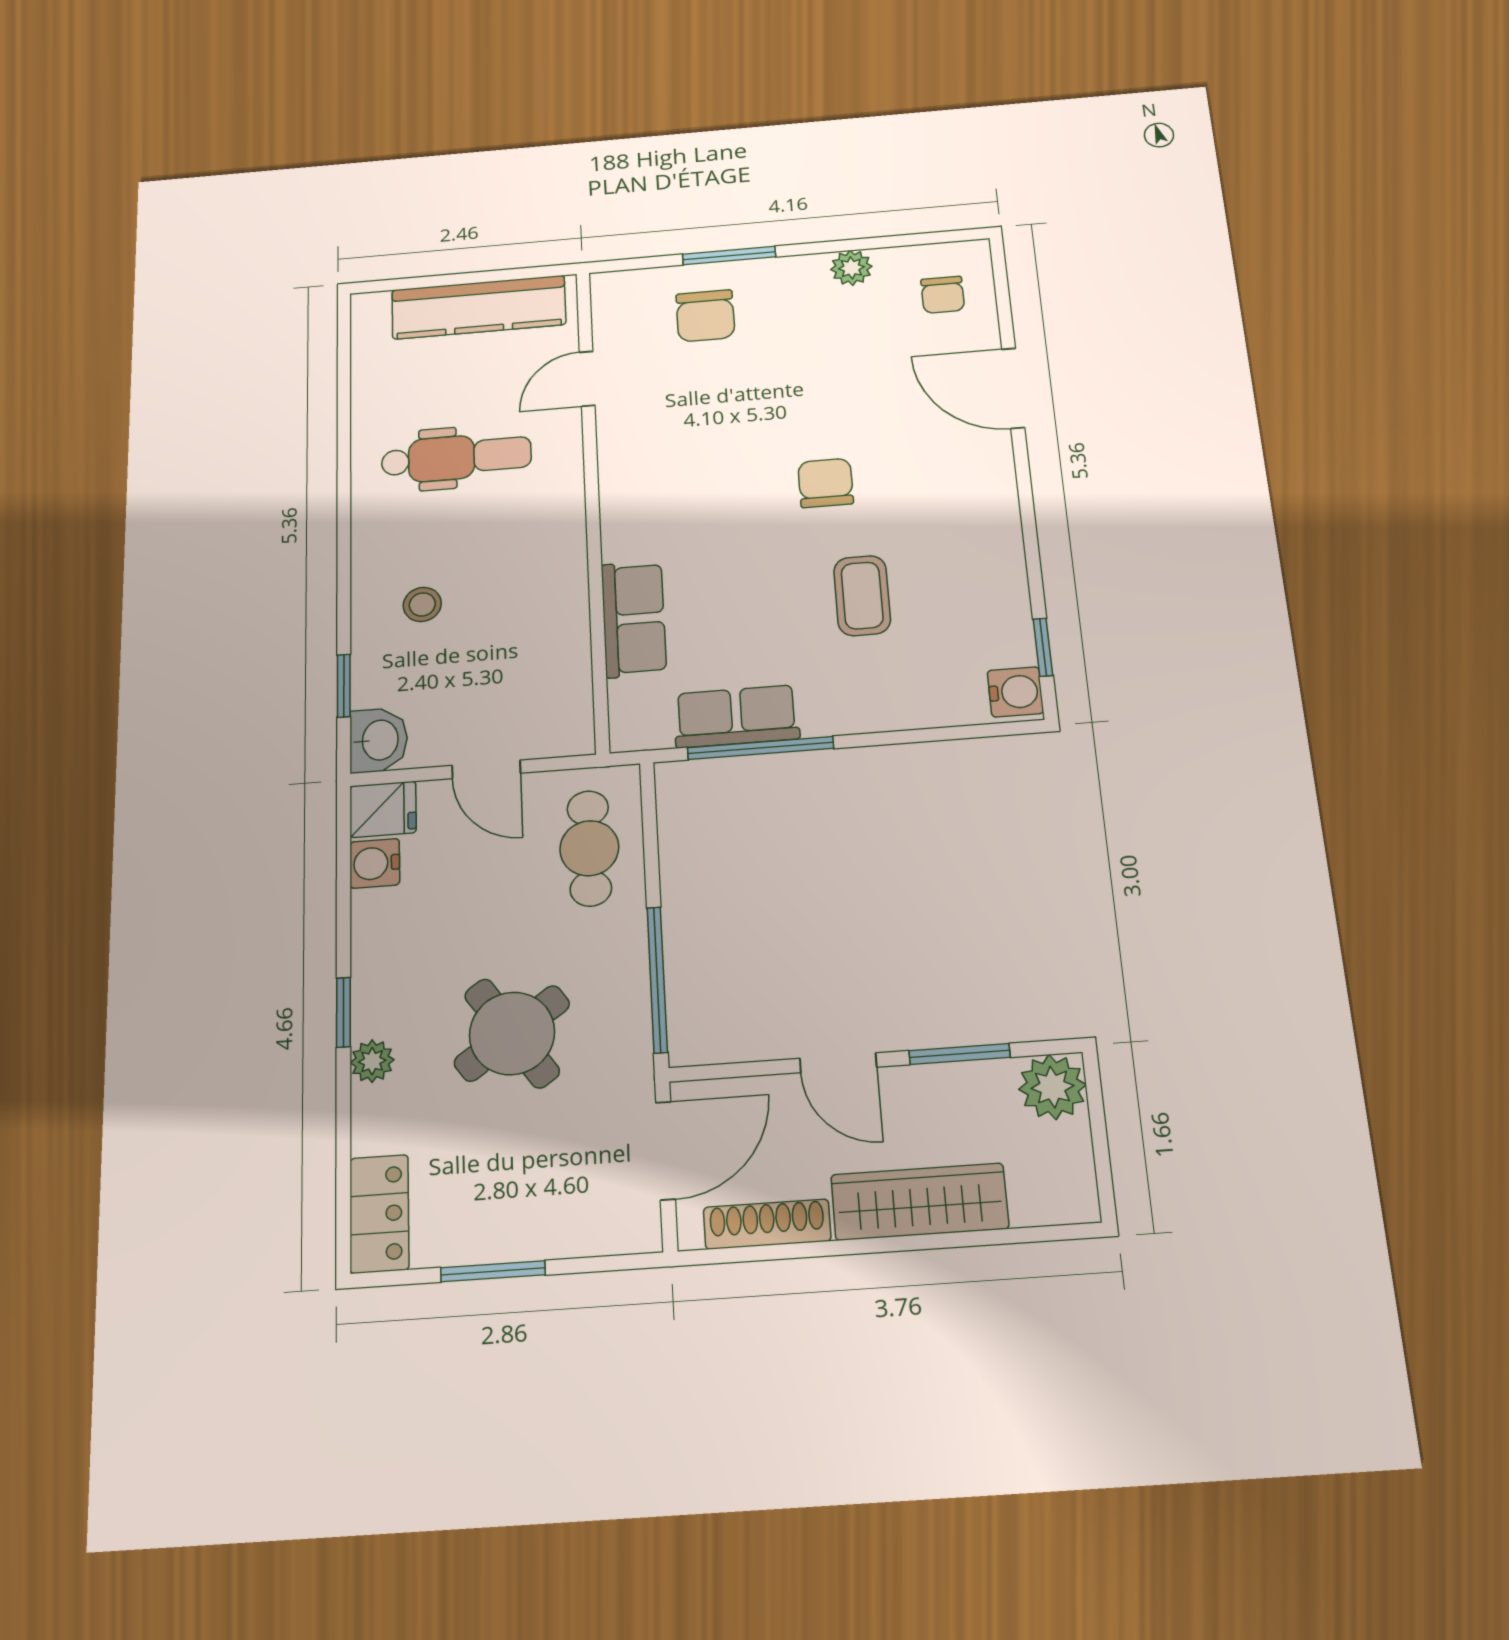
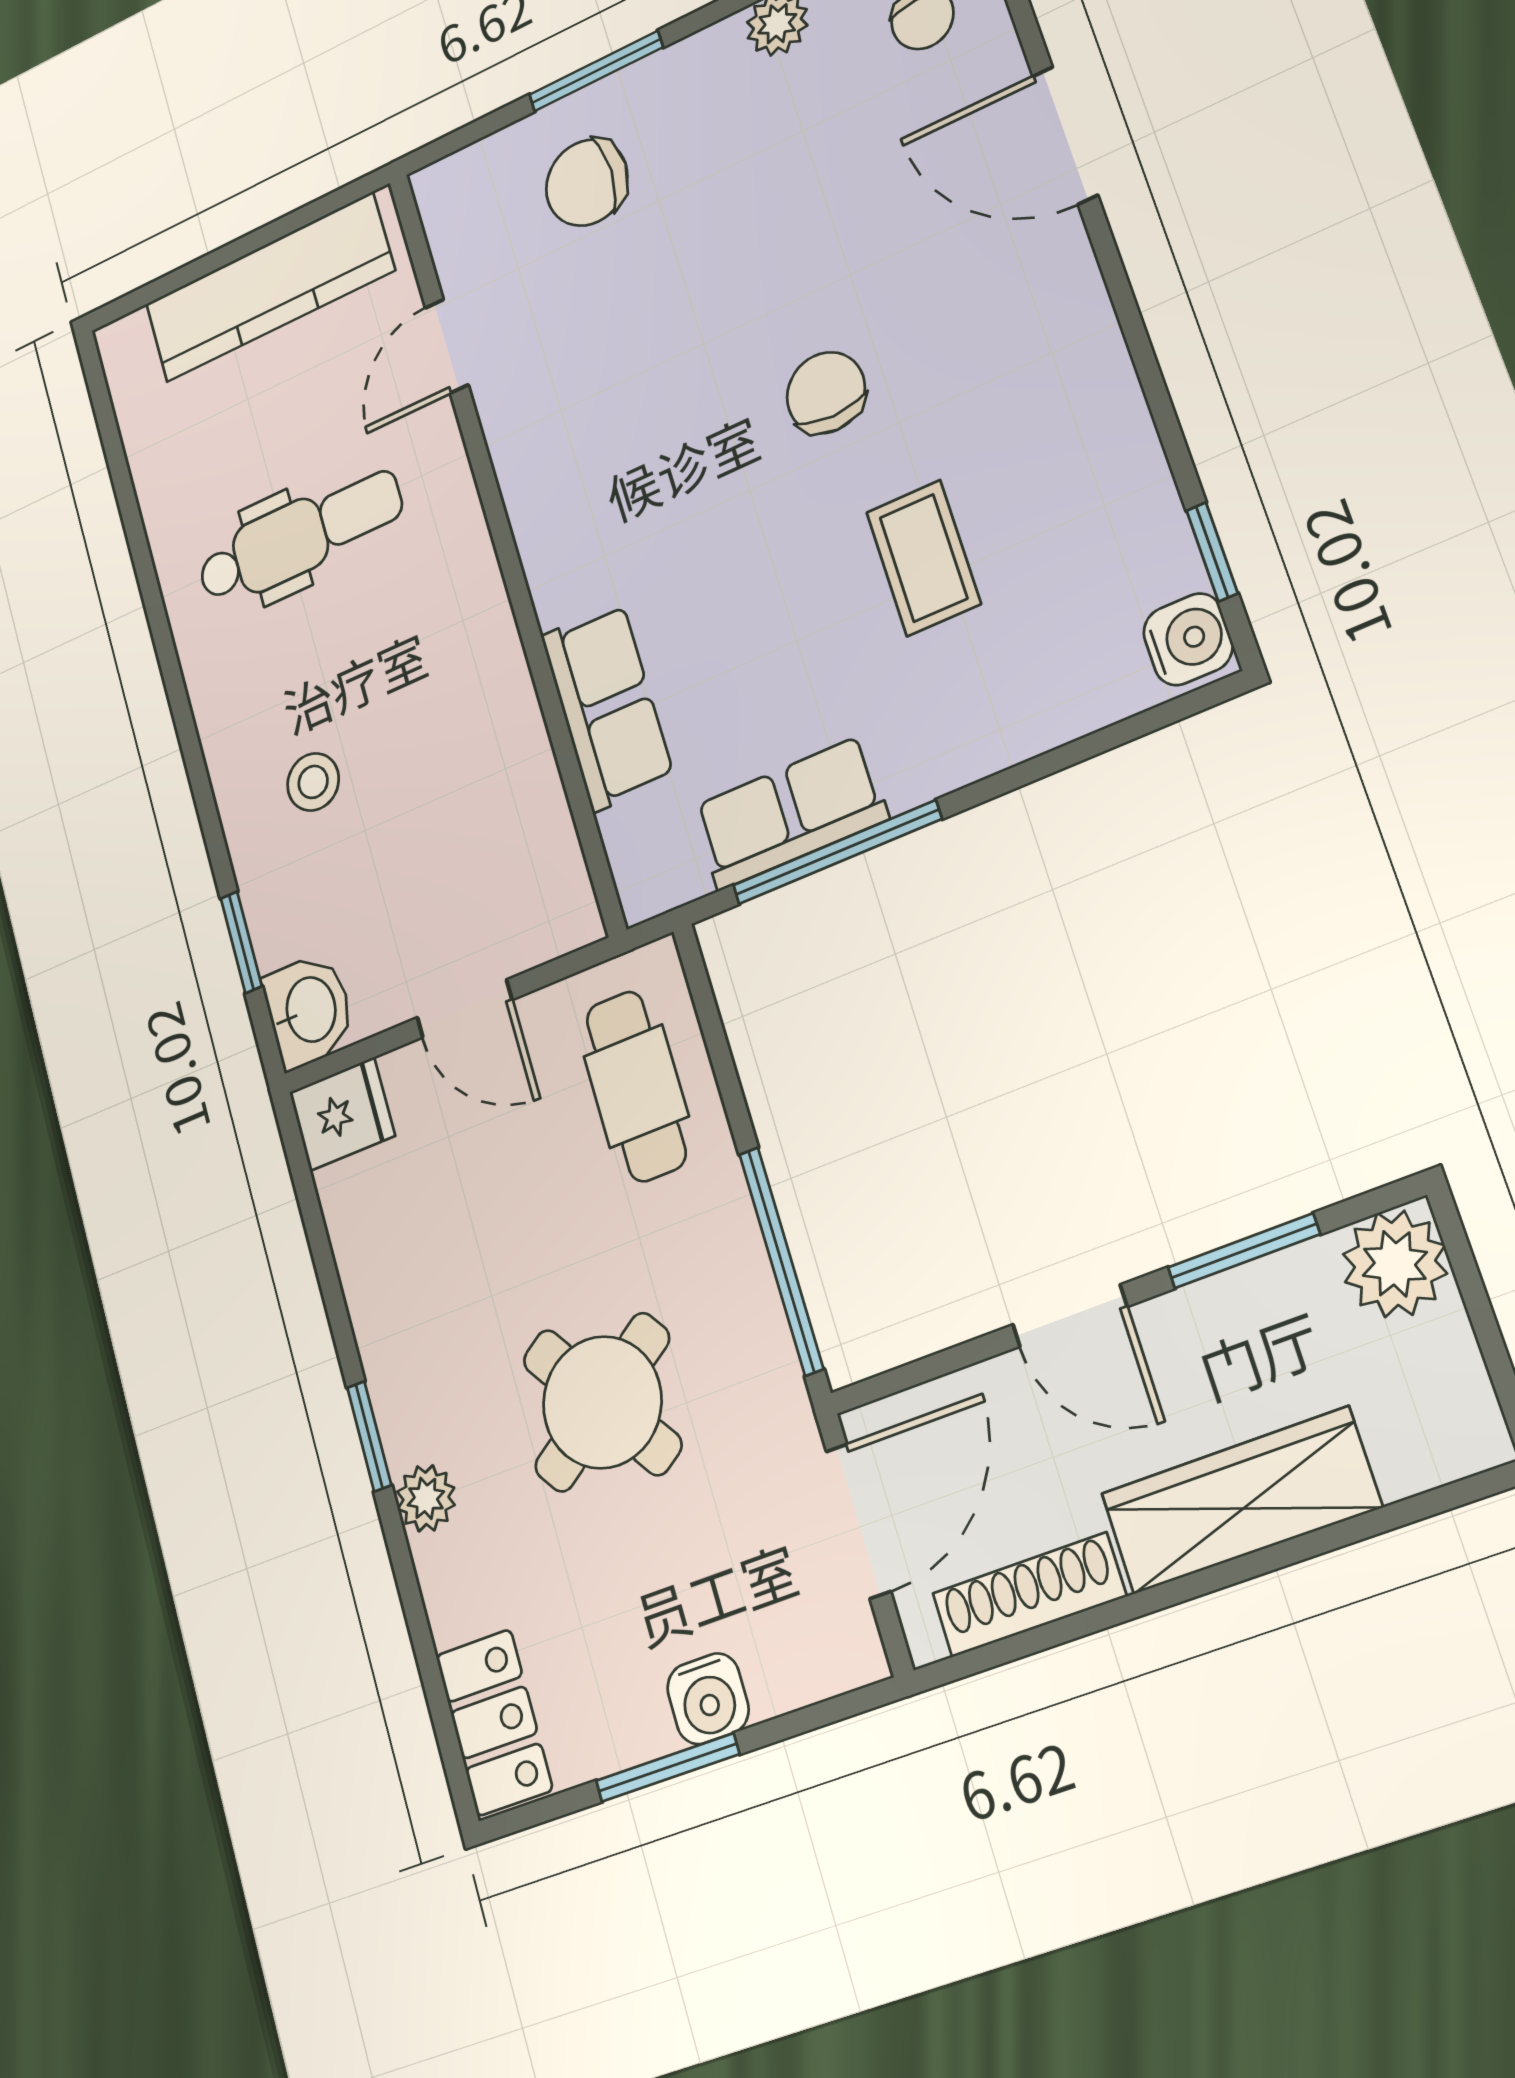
chair: (705, 316) -> (587, 183), turned 90
water cooler: (375, 863) -> (708, 1699), moved, turned -90

